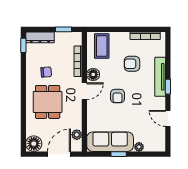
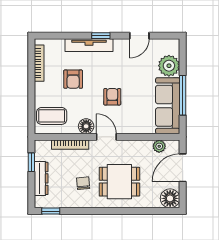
dresser: (40, 37) -> (41, 178), moved
armchair: (118, 96) -> (112, 97), turned -90
plant: (139, 147) -> (169, 66), width x1.88, depth x1.88
door: (59, 154) -> (183, 168), hinge flipped
window: (119, 154) -> (183, 95), width x2.17

